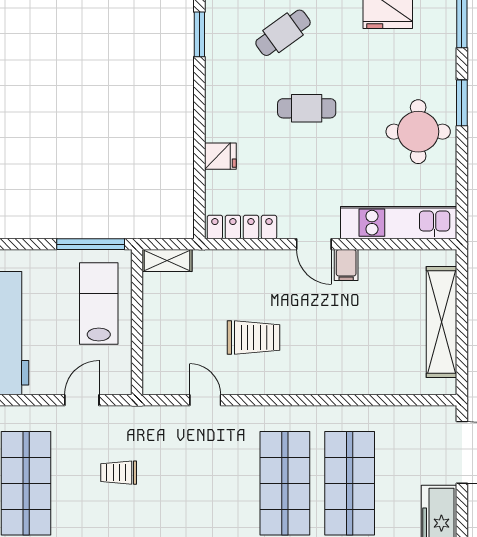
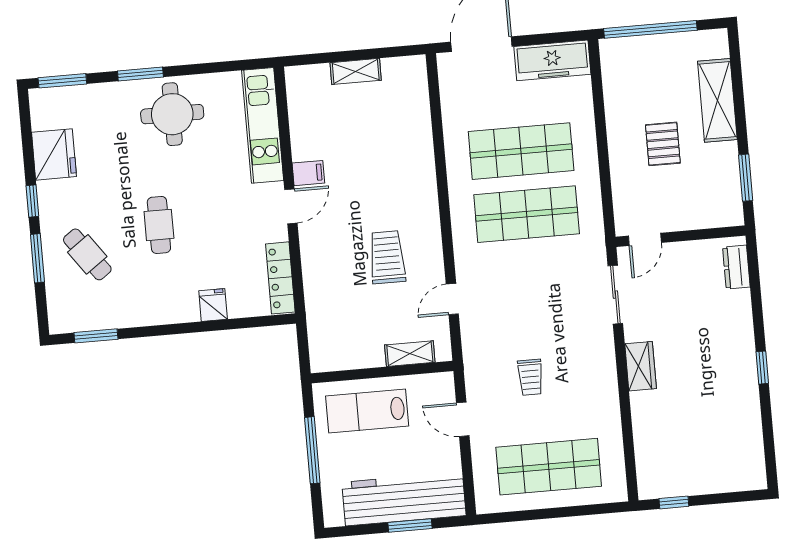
window: (91, 244) -> (312, 450), moved
shelving: (167, 261) -> (410, 354), moved, turned 90
shelving: (441, 322) -> (356, 71), width x0.45, depth x0.75

